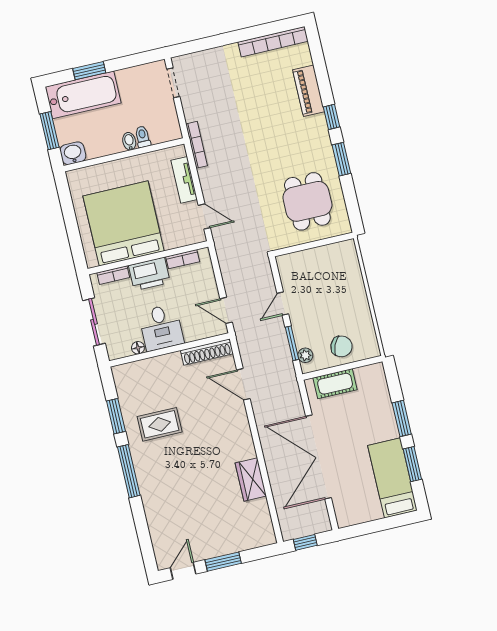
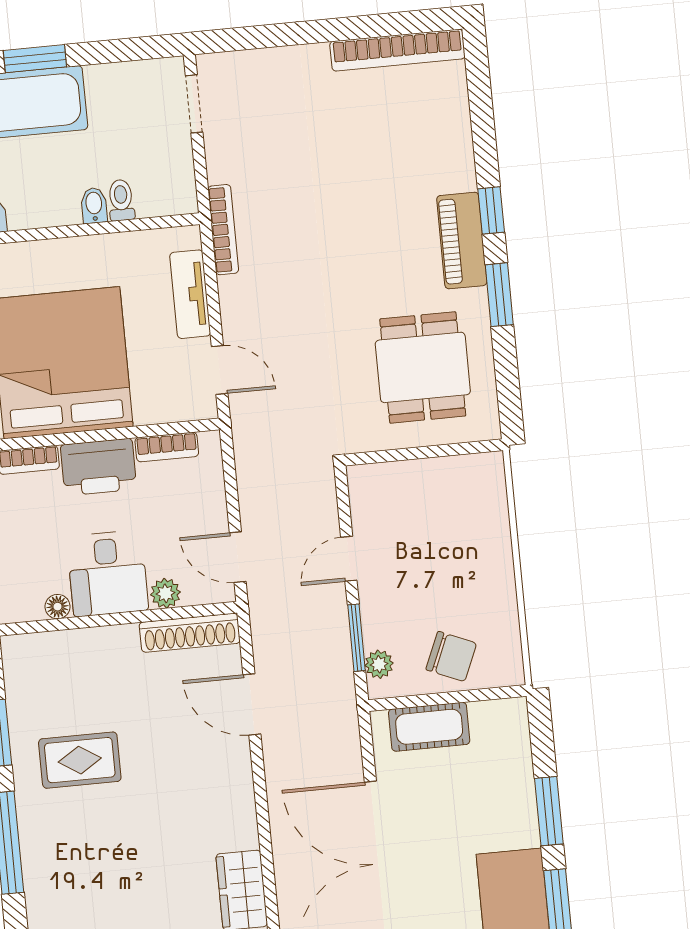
piano: (309, 91) -> (462, 241), moved
plant: (192, 334) -> (166, 593), added

